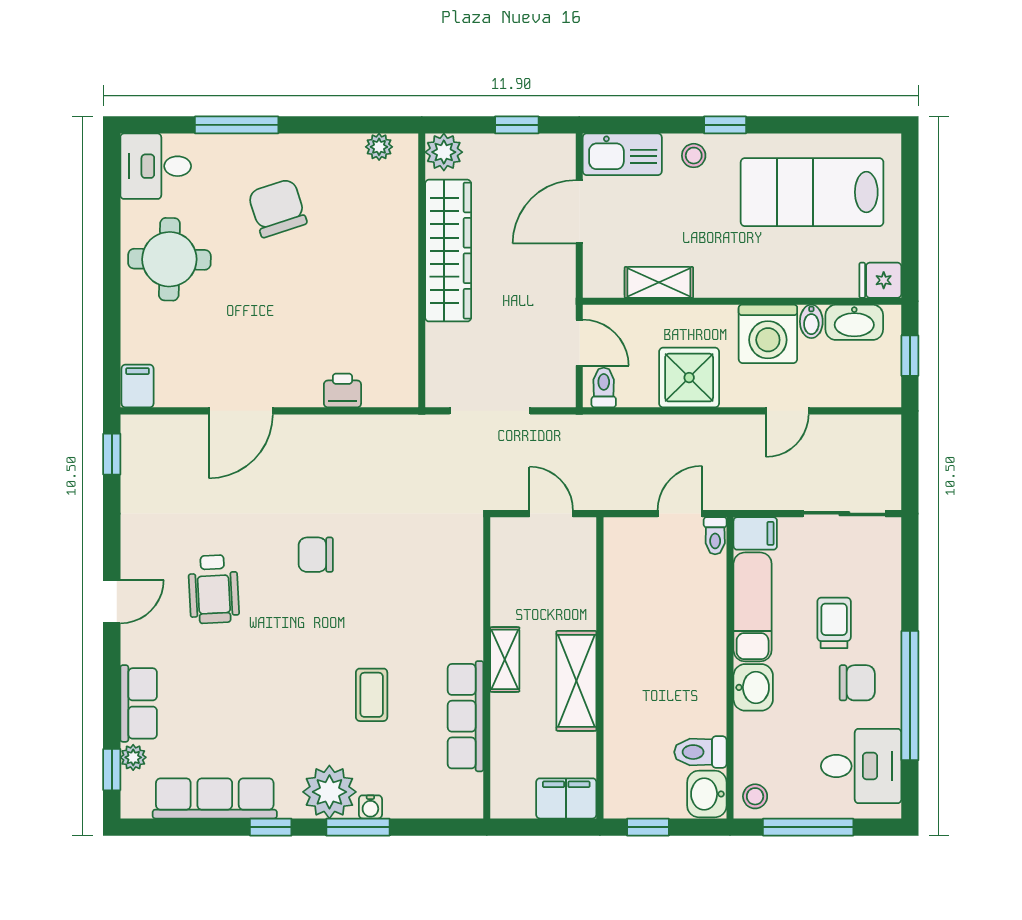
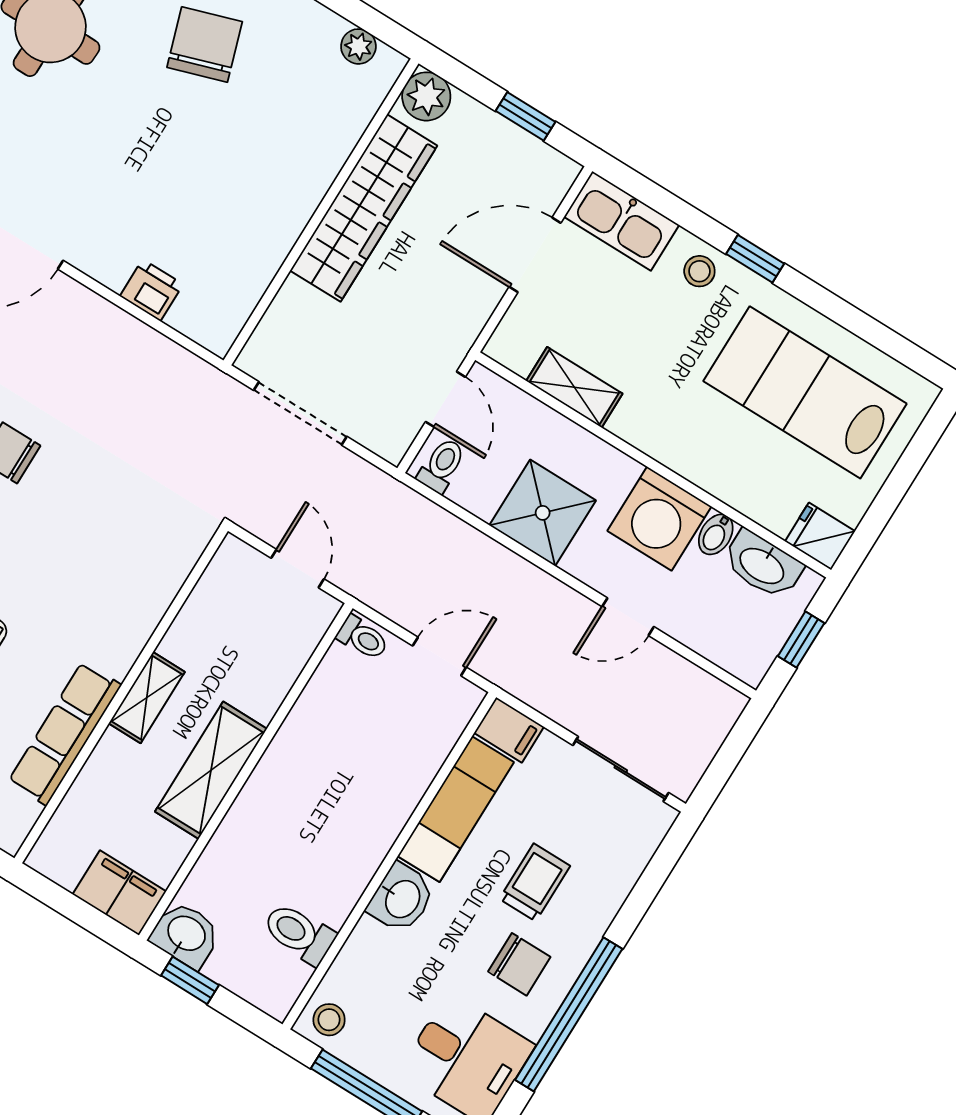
toilet: (715, 536) -> (363, 638), moved, turned -90
washbasin: (707, 794) -> (186, 935), moved, turned 90

